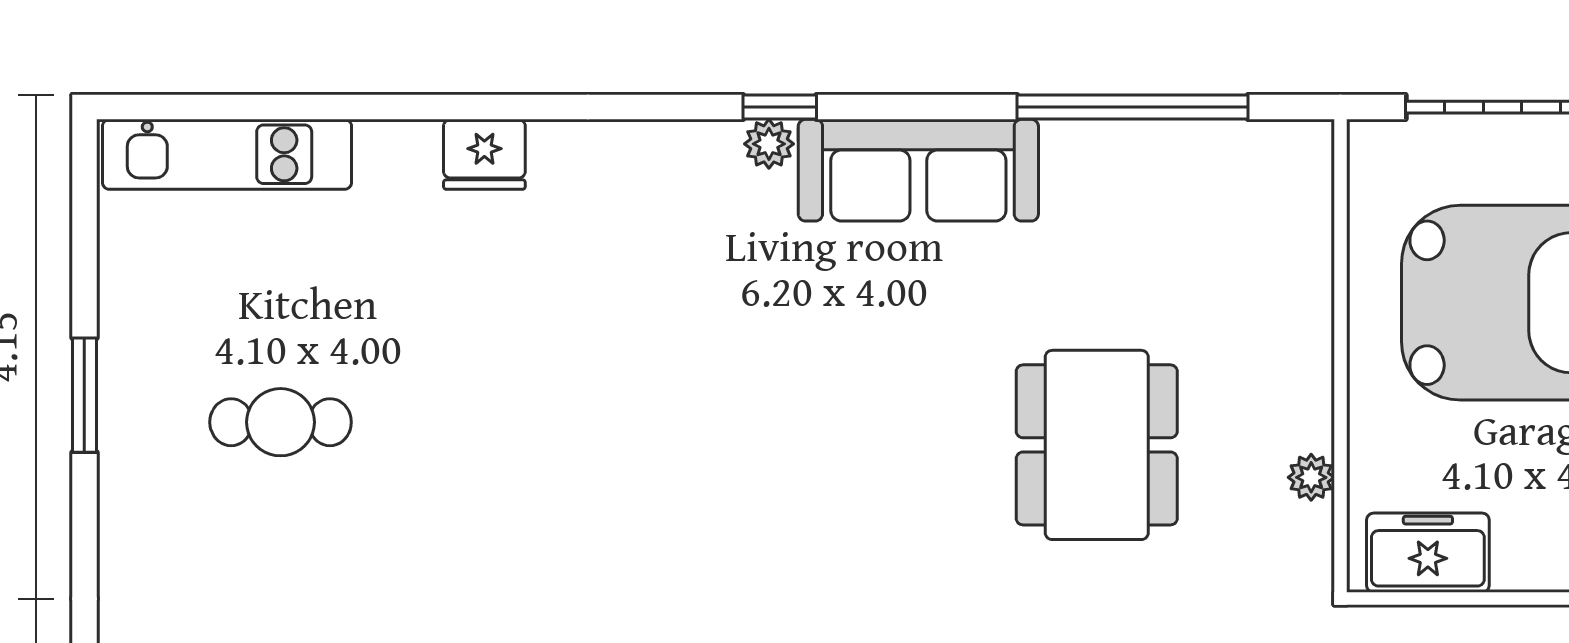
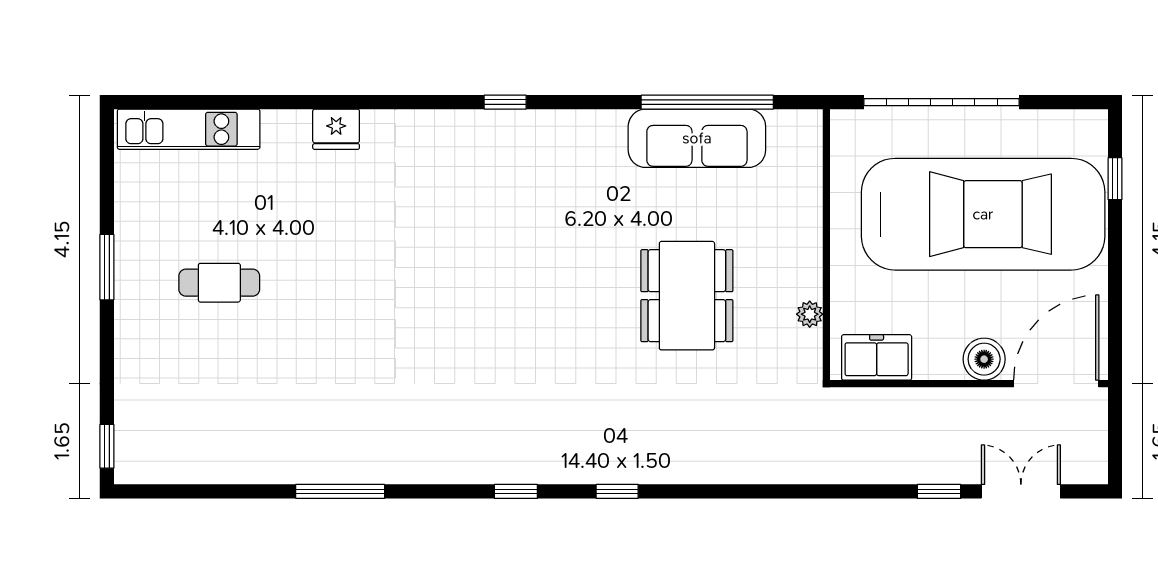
plant: (769, 144) -> (499, 123), removed
sofa: (918, 170) -> (697, 138), moved

